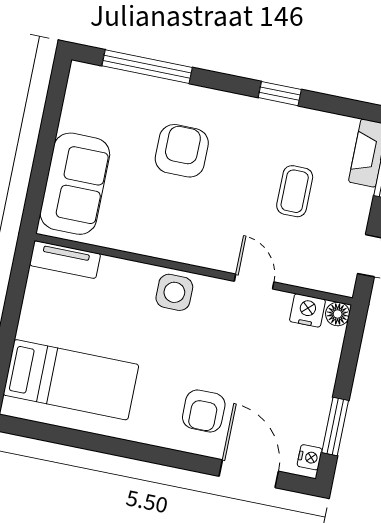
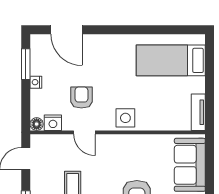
tv unit: (65, 260) -> (198, 112), moved, turned -90
armchair: (204, 411) -> (81, 98), moved
nightstand: (310, 457) -> (36, 82), moved

